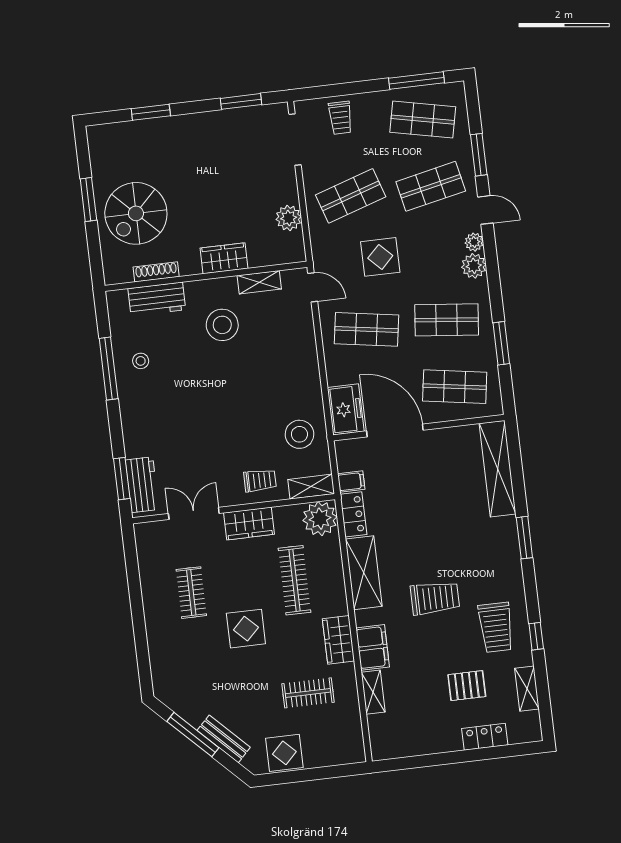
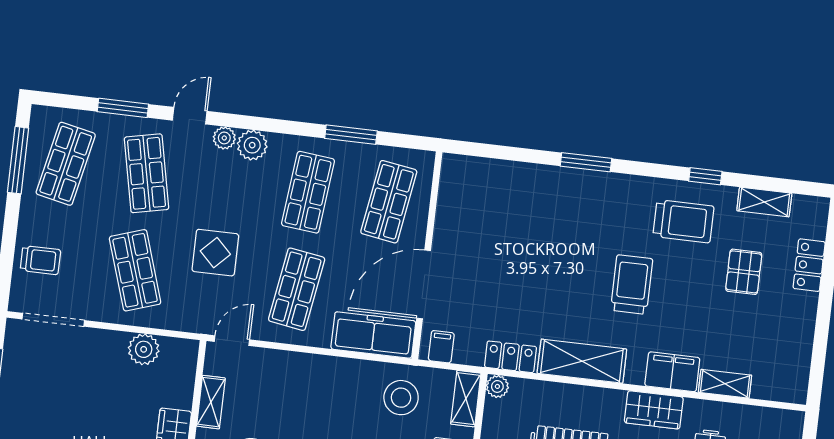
freezer: (346, 409) -> (373, 335), width x1.40
shelving: (498, 469) -> (497, 174), removed
filing cabinet: (351, 482) -> (441, 347), moved
plant: (320, 519) -> (497, 386), width x0.53, depth x0.53

